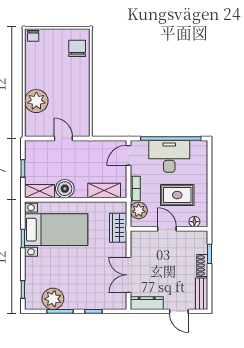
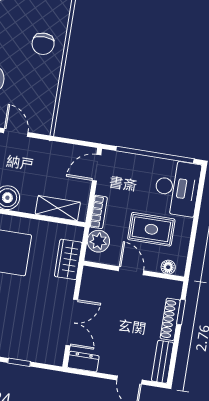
chair: (77, 48) -> (43, 44), moved, turned 180
desk: (169, 156) -> (177, 188), moved, turned 90
shoe rack: (202, 265) -> (170, 319), width x1.43
double door: (128, 275) -> (72, 322), swing flipped
dresser: (147, 303) -> (83, 362), width x0.70

